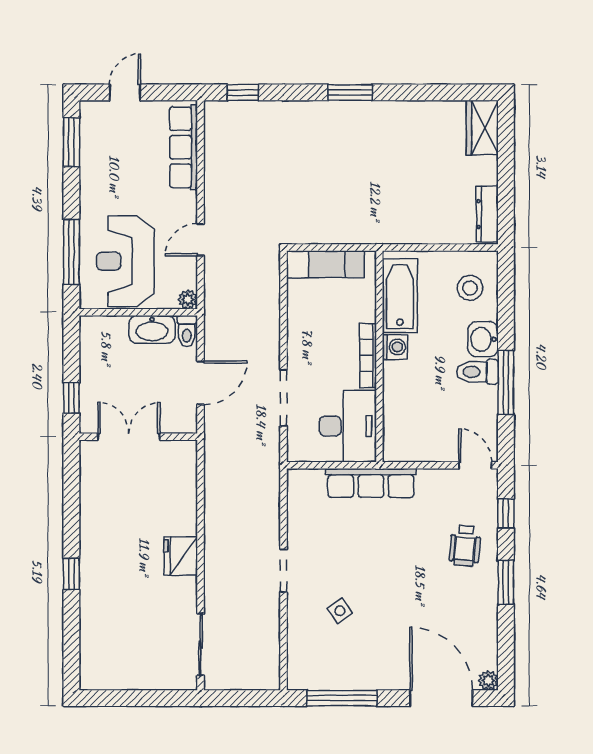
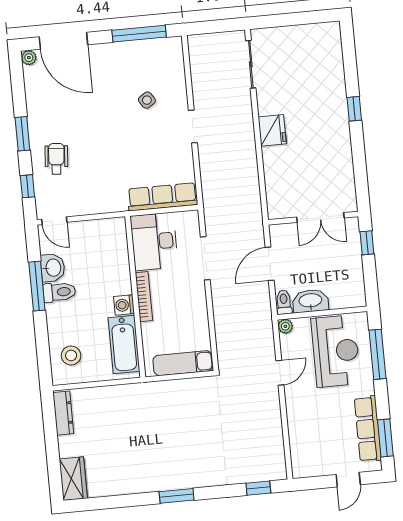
row of seats: (184, 147) -> (368, 429), moved, turned 180
washbasin: (483, 339) -> (53, 268), moved
row of seats: (371, 483) -> (162, 197), moved

